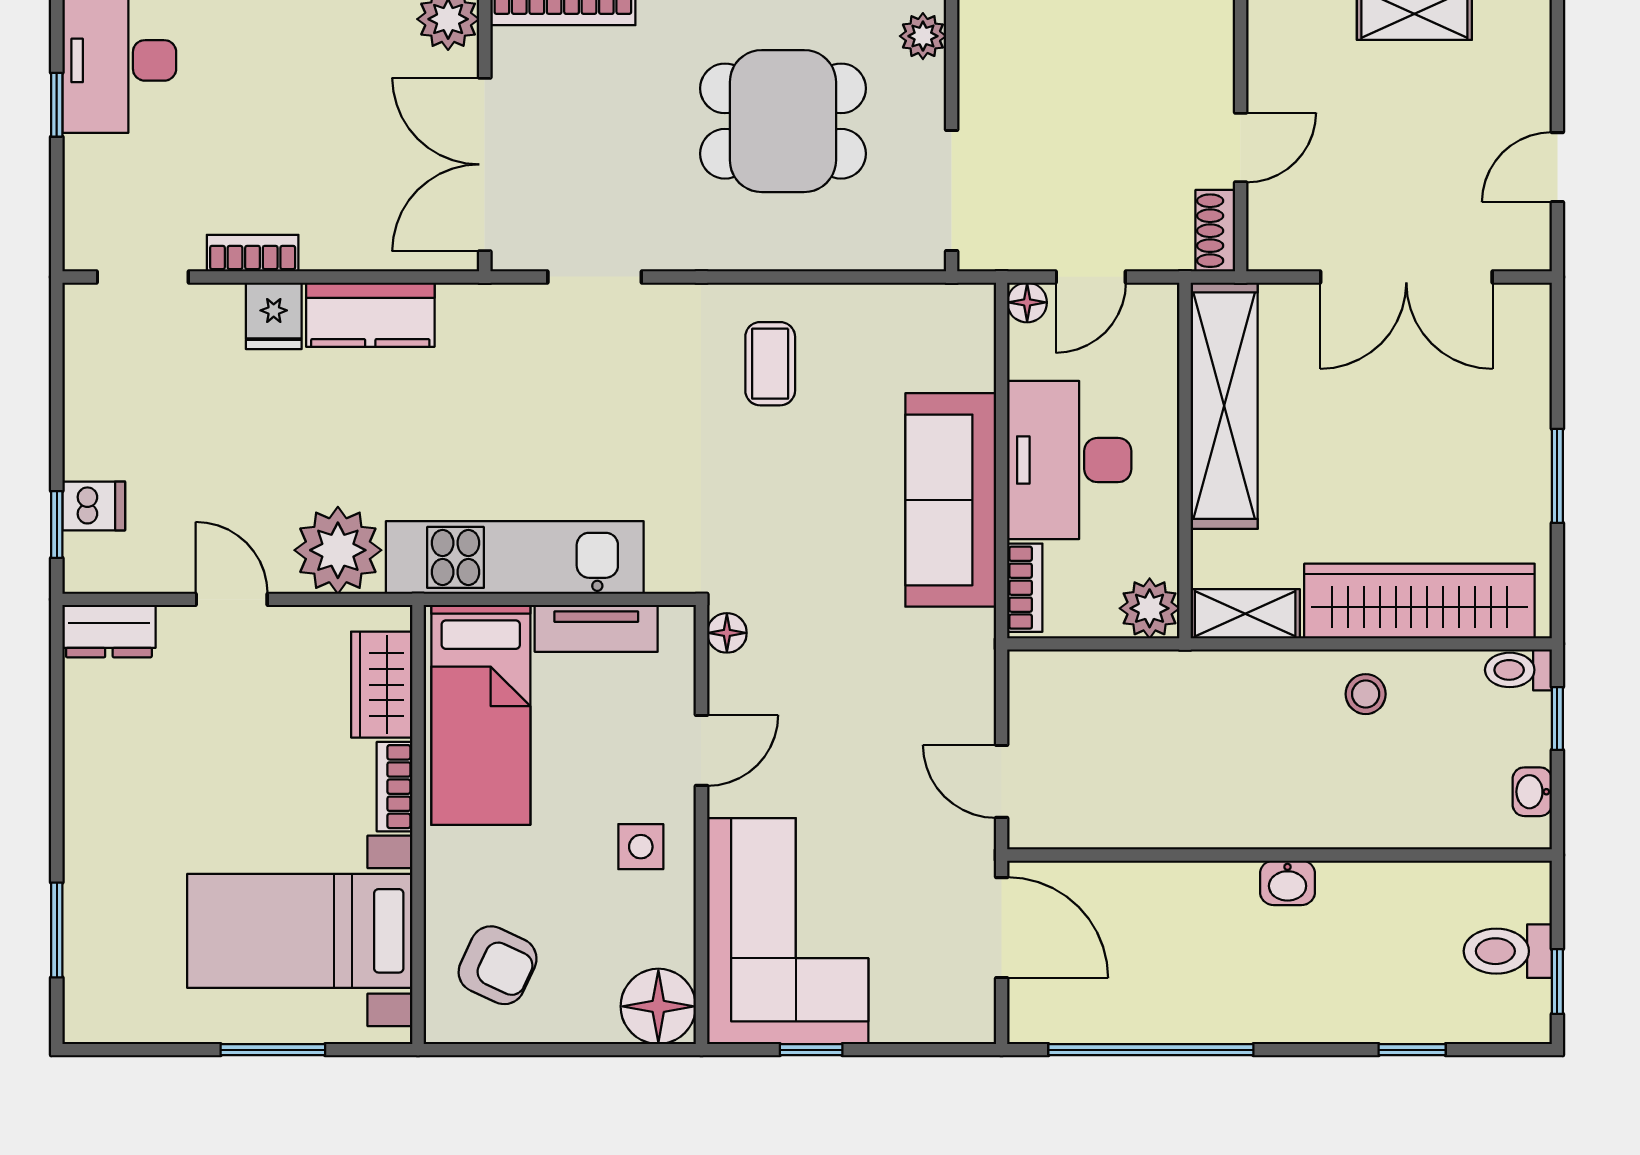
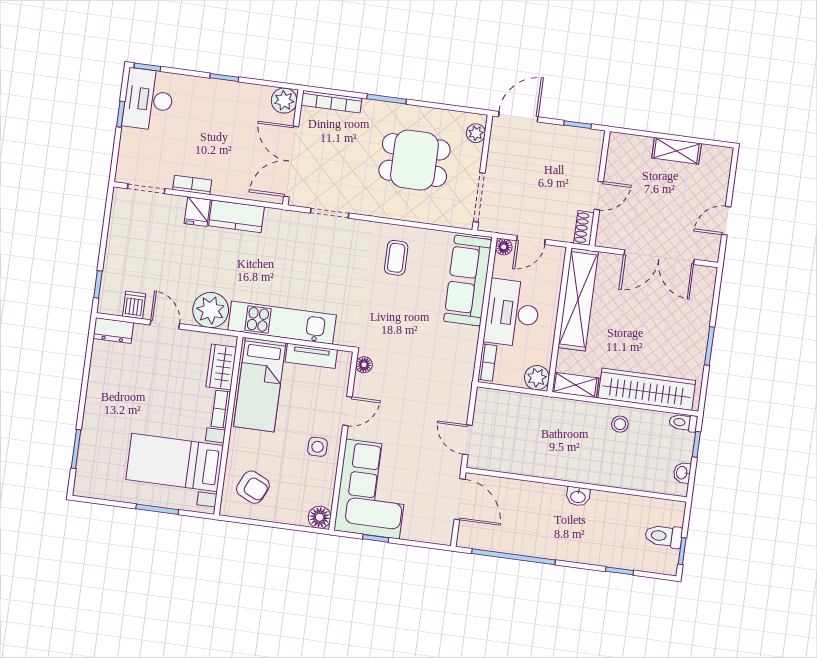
sofa: (951, 500) -> (468, 281), moved
dishwasher: (94, 506) -> (134, 305), moved, turned -90
floor lamp: (658, 1006) -> (320, 517), width x0.73, depth x0.73

